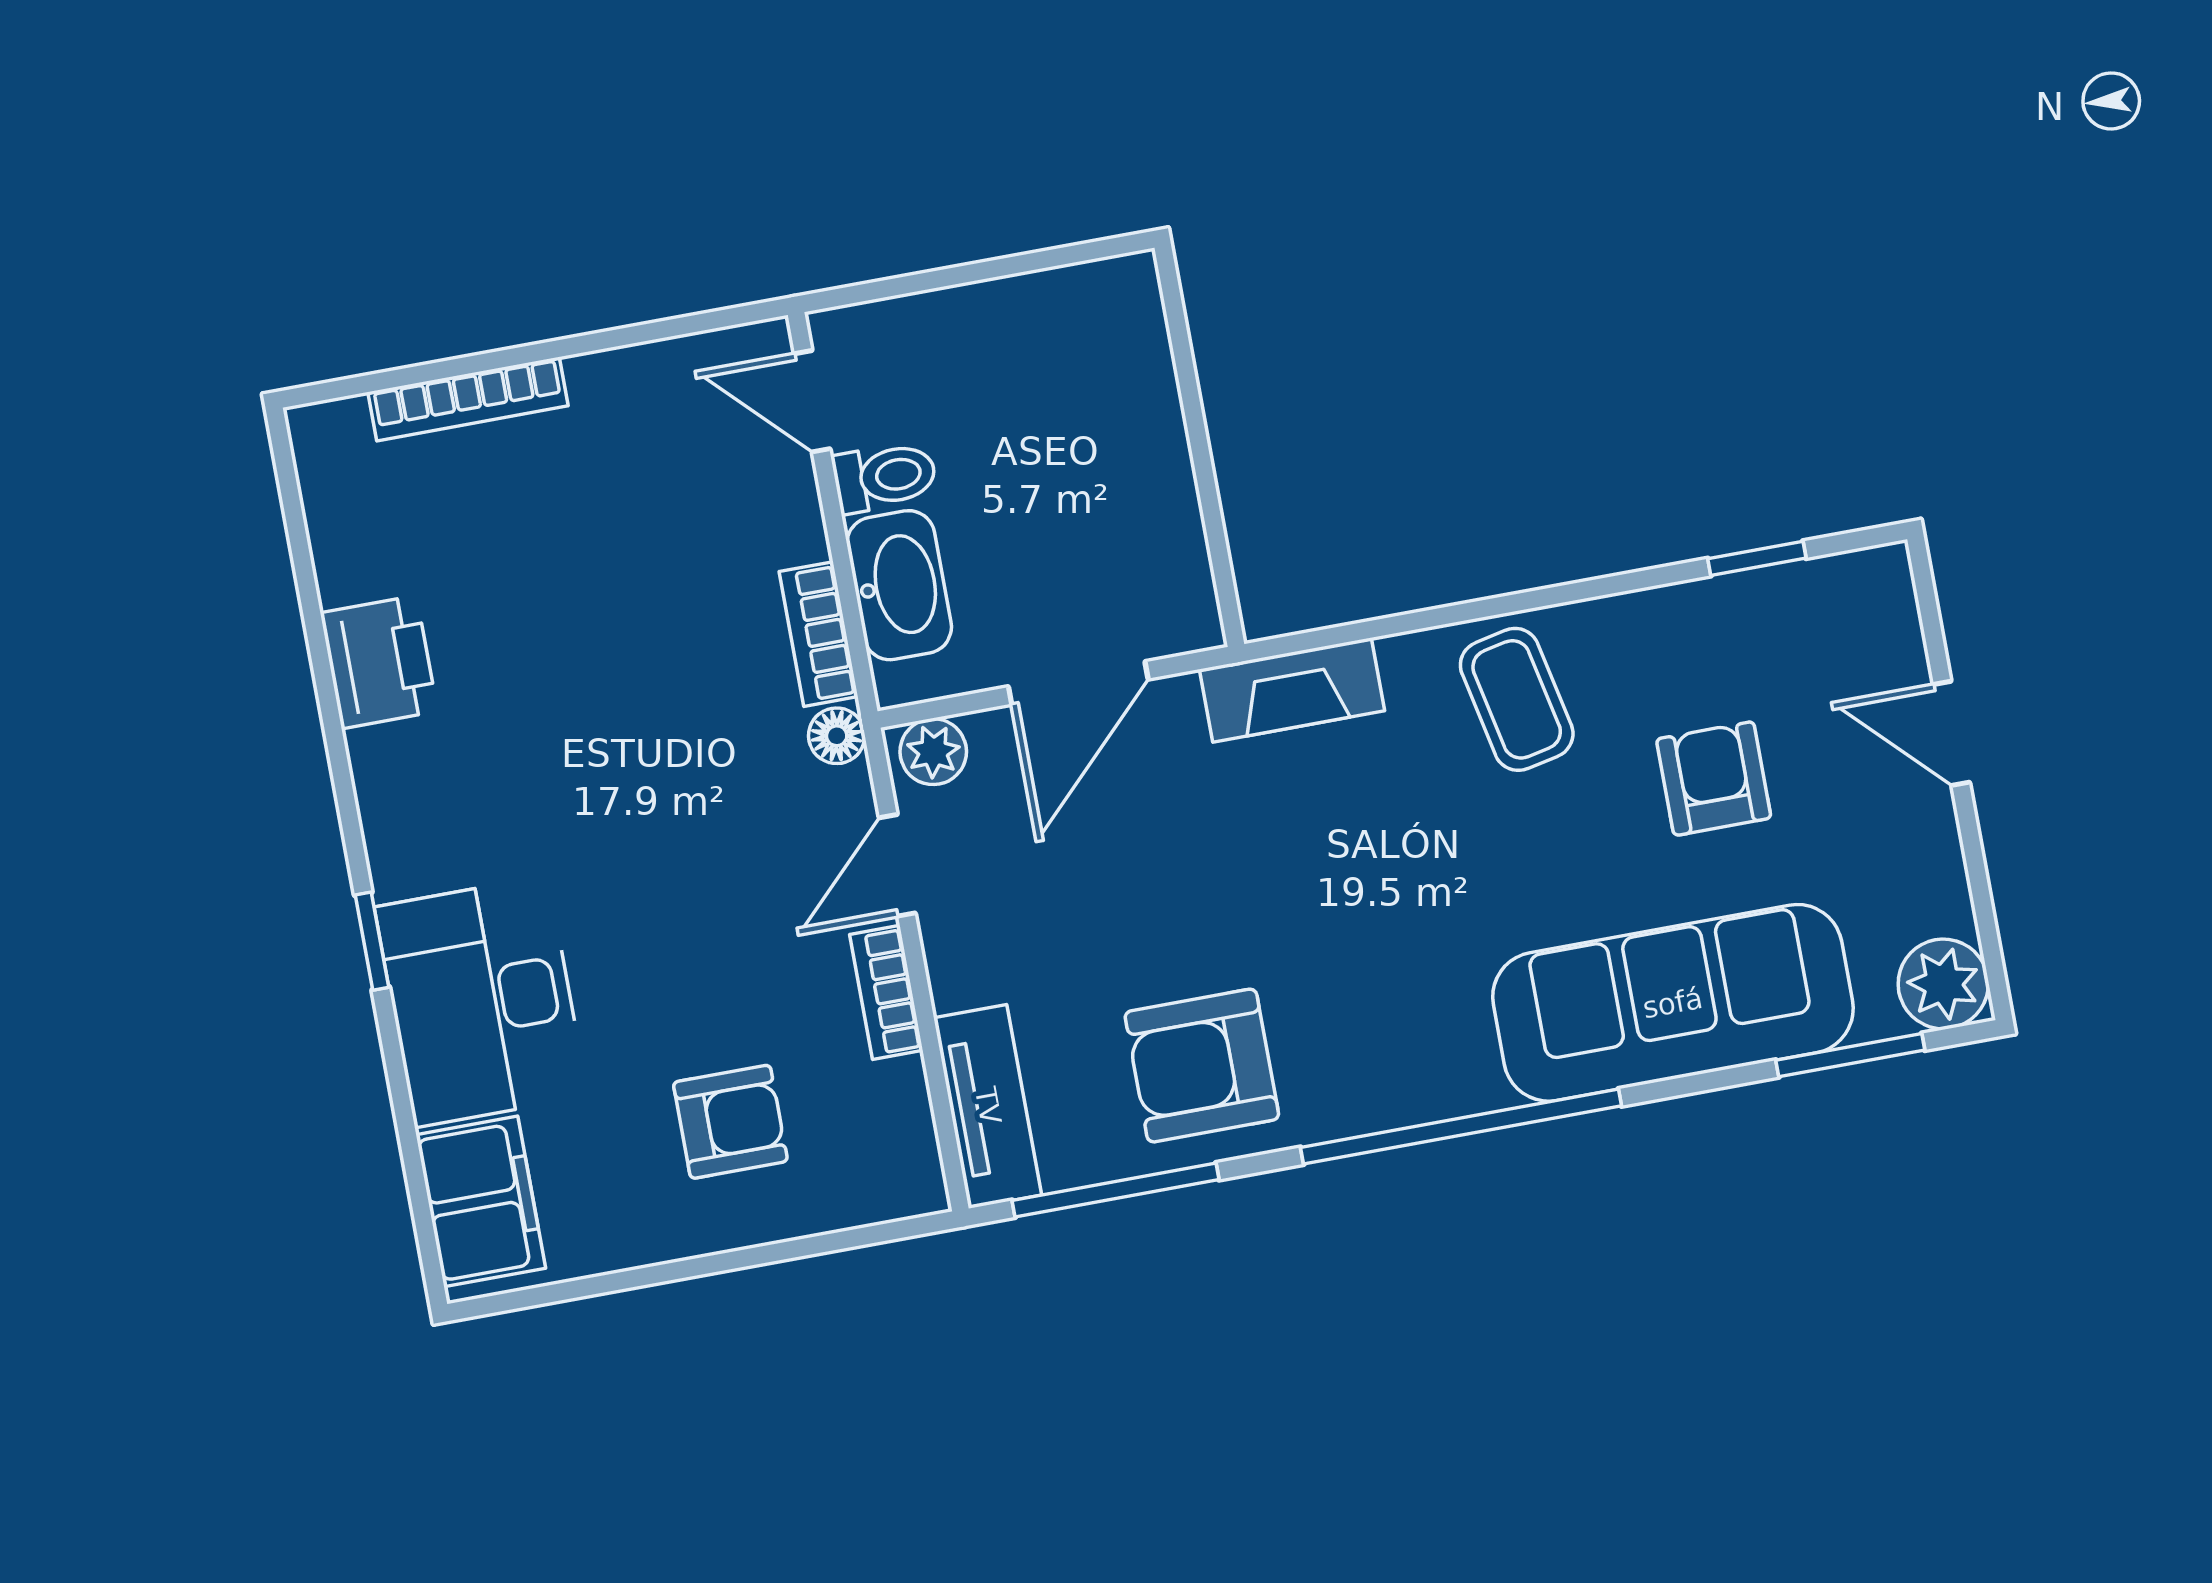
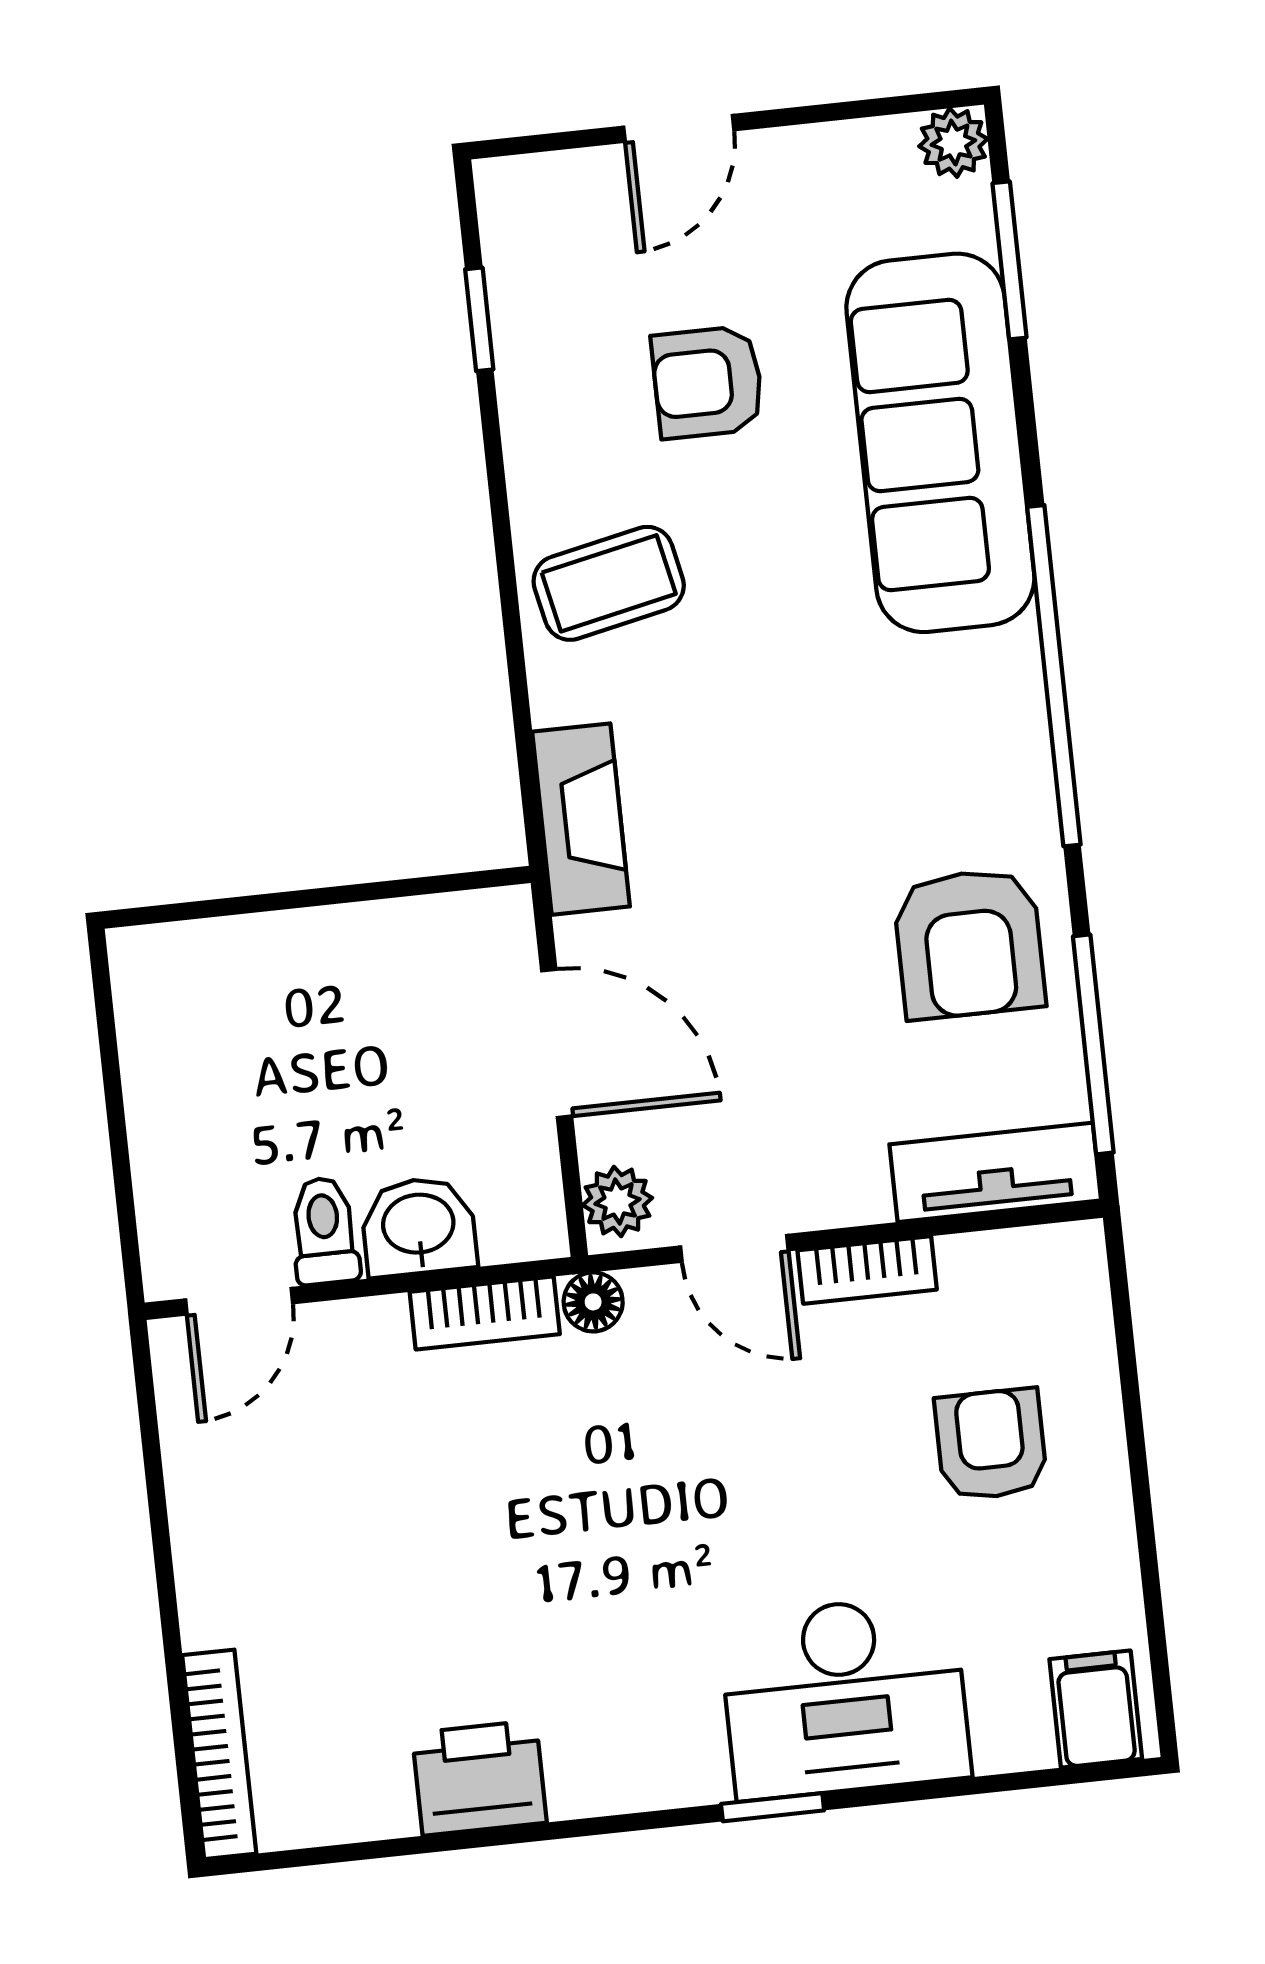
bookcase: (468, 399) -> (219, 1754), moved
washbasin: (899, 585) -> (419, 1226), width x0.72
plant: (1943, 984) -> (953, 143), width x0.73, depth x0.73
filing cabinet: (481, 1201) -> (1096, 1709), width x0.50

